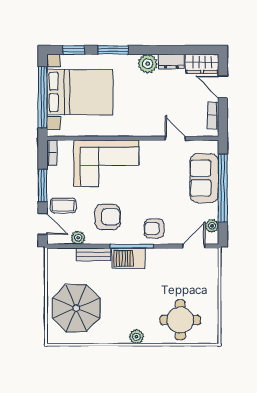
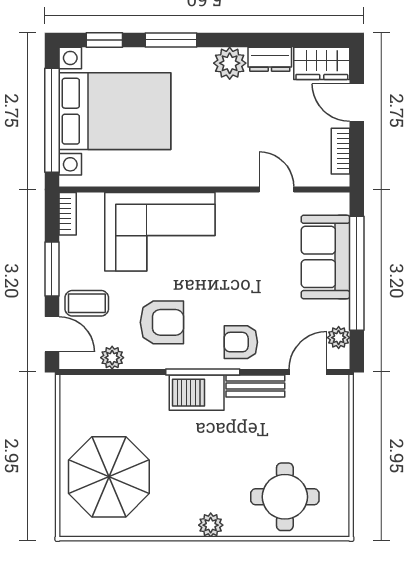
bench: (93, 254) -> (255, 386), moved

